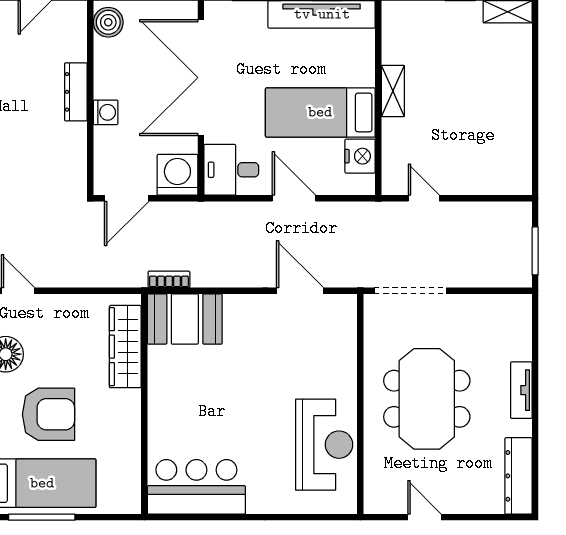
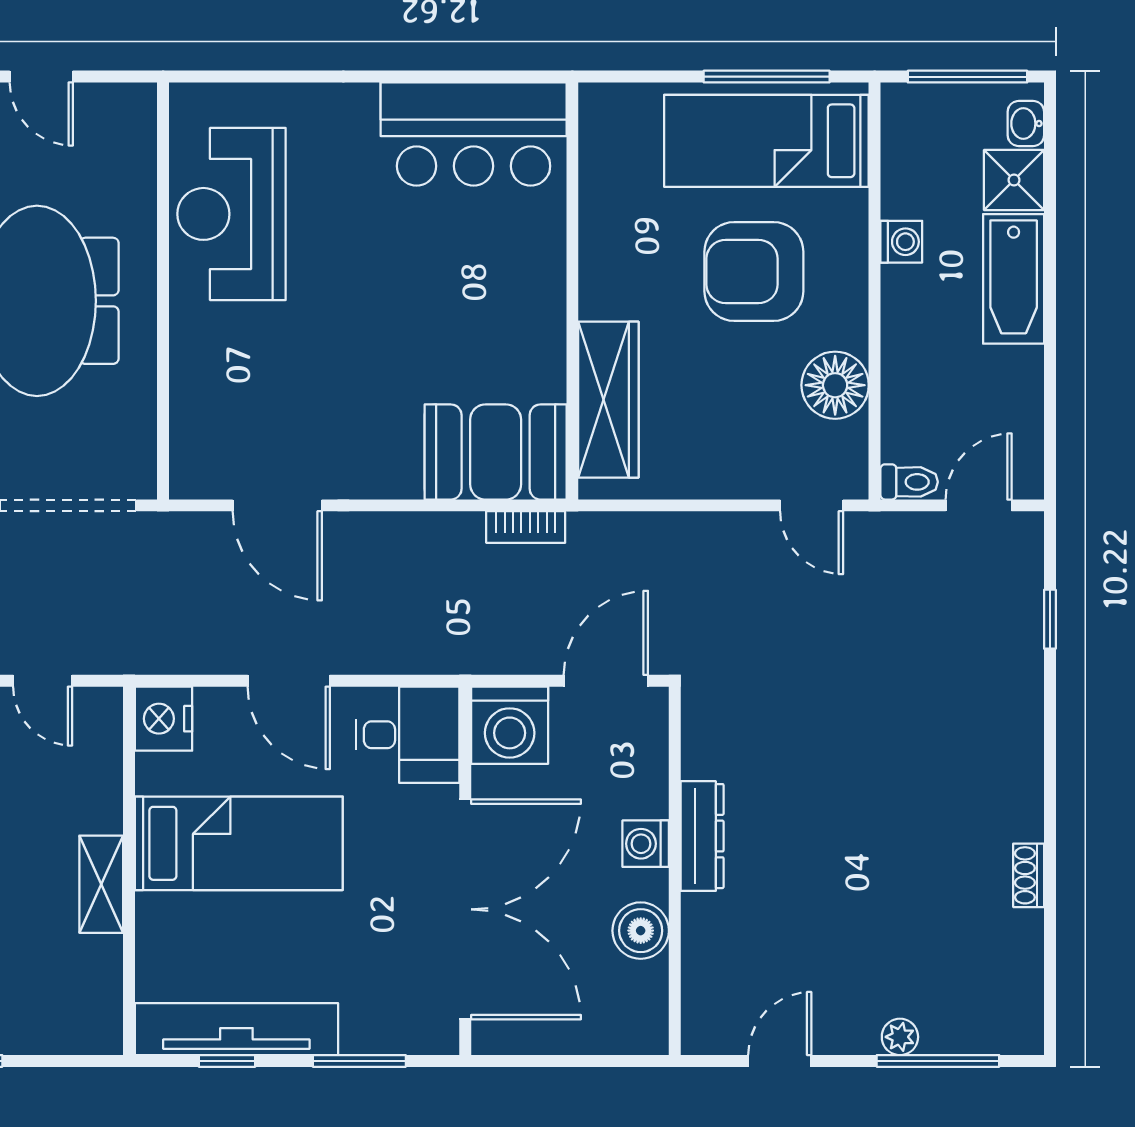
boiler: (108, 22) -> (641, 931), moved
dresser: (76, 92) -> (702, 836), moved
nightstand: (360, 156) -> (163, 719), moved

